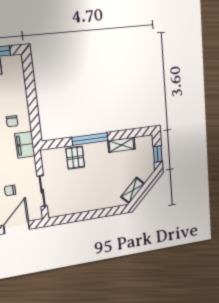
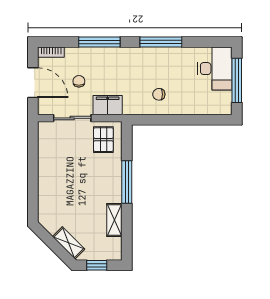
filing cabinet: (25, 145) -> (108, 105), moved
pallet: (75, 158) -> (103, 140), moved, turned 90
shelving: (133, 190) -> (69, 243), moved

